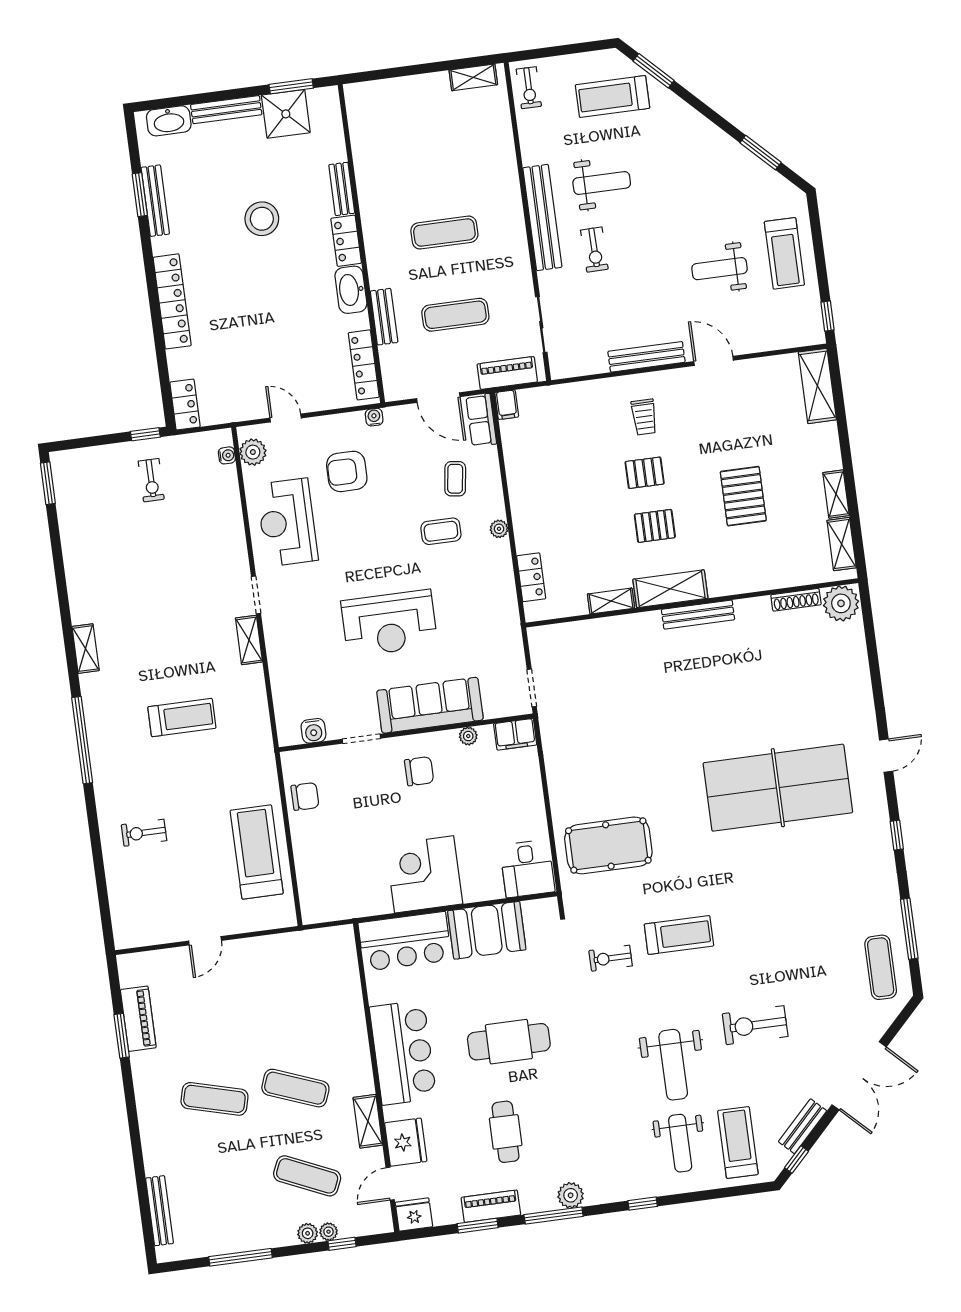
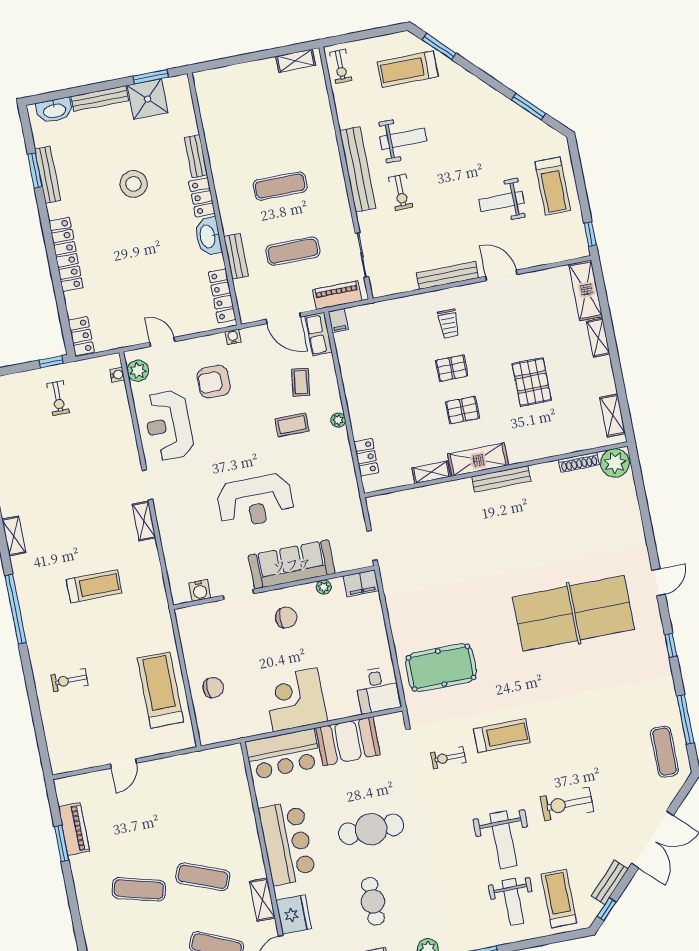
shelving: (836, 494) -> (598, 338), moved
chair: (305, 796) -> (213, 688), moved

